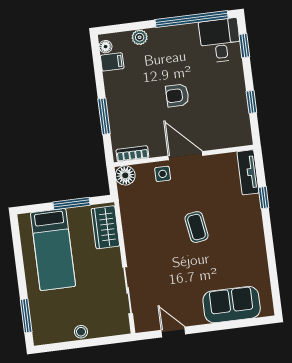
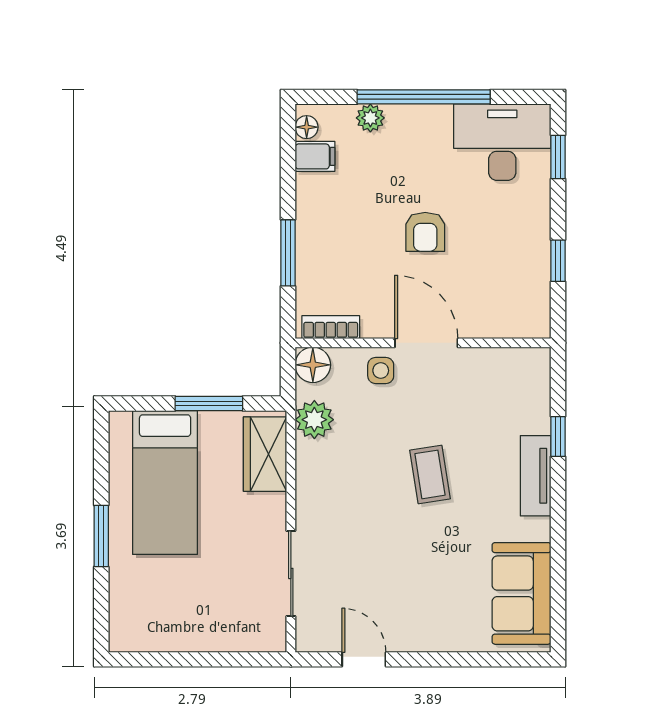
window: (192, 19) -> (424, 97), moved
desk: (220, 40) -> (502, 142), width x1.37
armchair: (177, 95) -> (425, 232), turned -90
tv unit: (248, 172) -> (536, 476), moved
plant: (130, 205) -> (314, 420), added
sofa: (232, 305) -> (522, 593), moved, turned -90
window: (26, 316) -> (101, 536), moved
stool: (81, 332) -> (197, 638), removed

